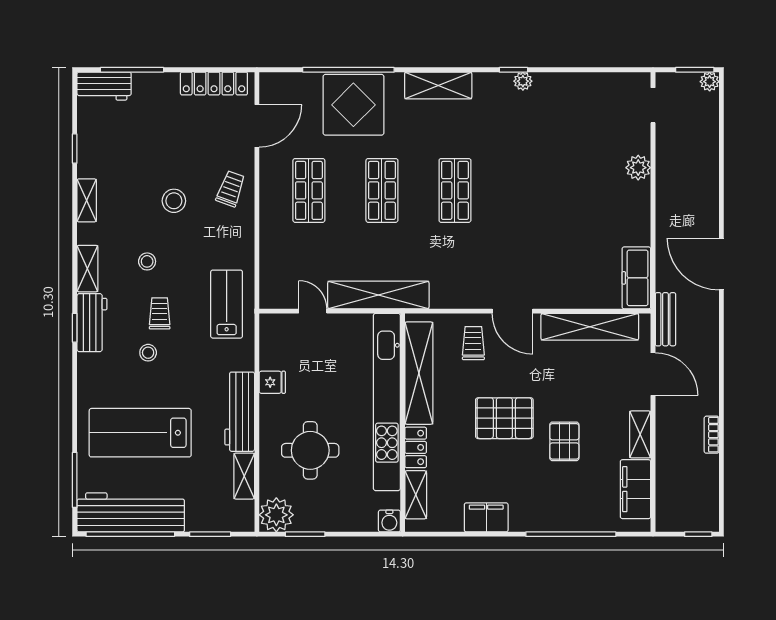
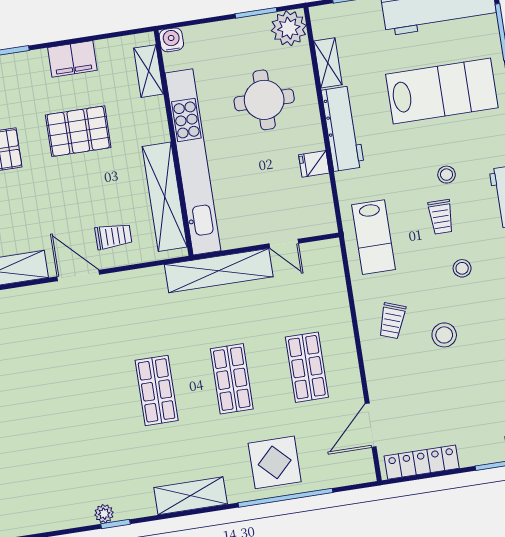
display table: (353, 105) -> (275, 462), width x0.73, depth x0.73
trolley: (231, 189) -> (392, 321), moved
trolley: (473, 343) -> (113, 236), turned -90
pallet: (504, 418) -> (78, 131), moved
locker: (416, 447) -> (156, 120), removed

